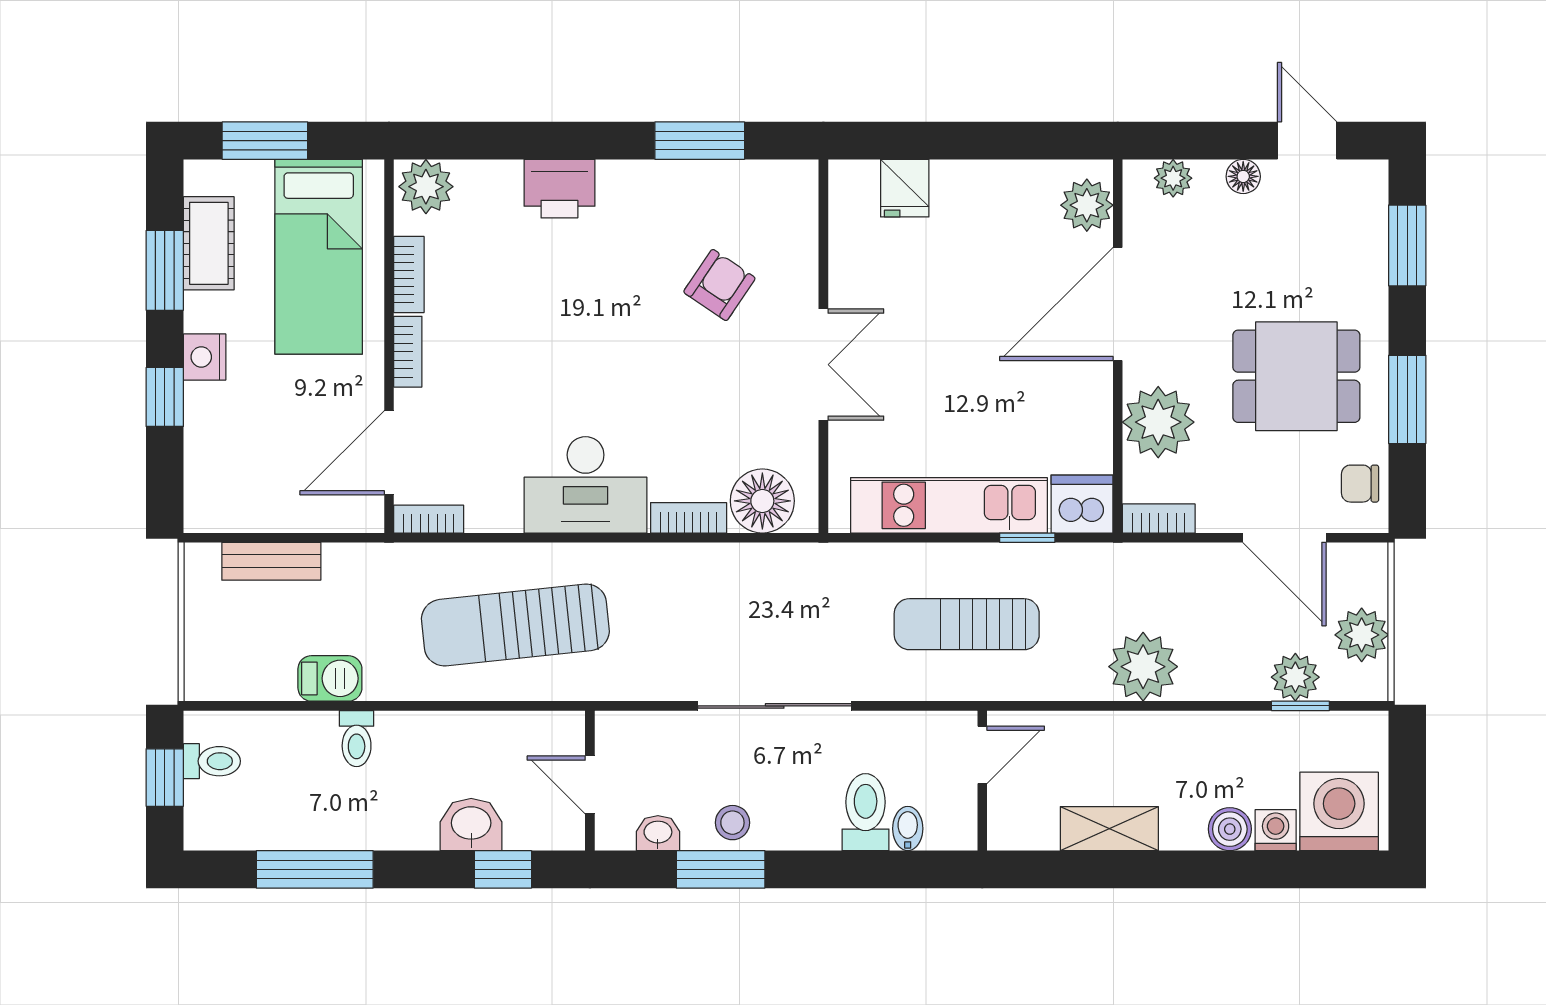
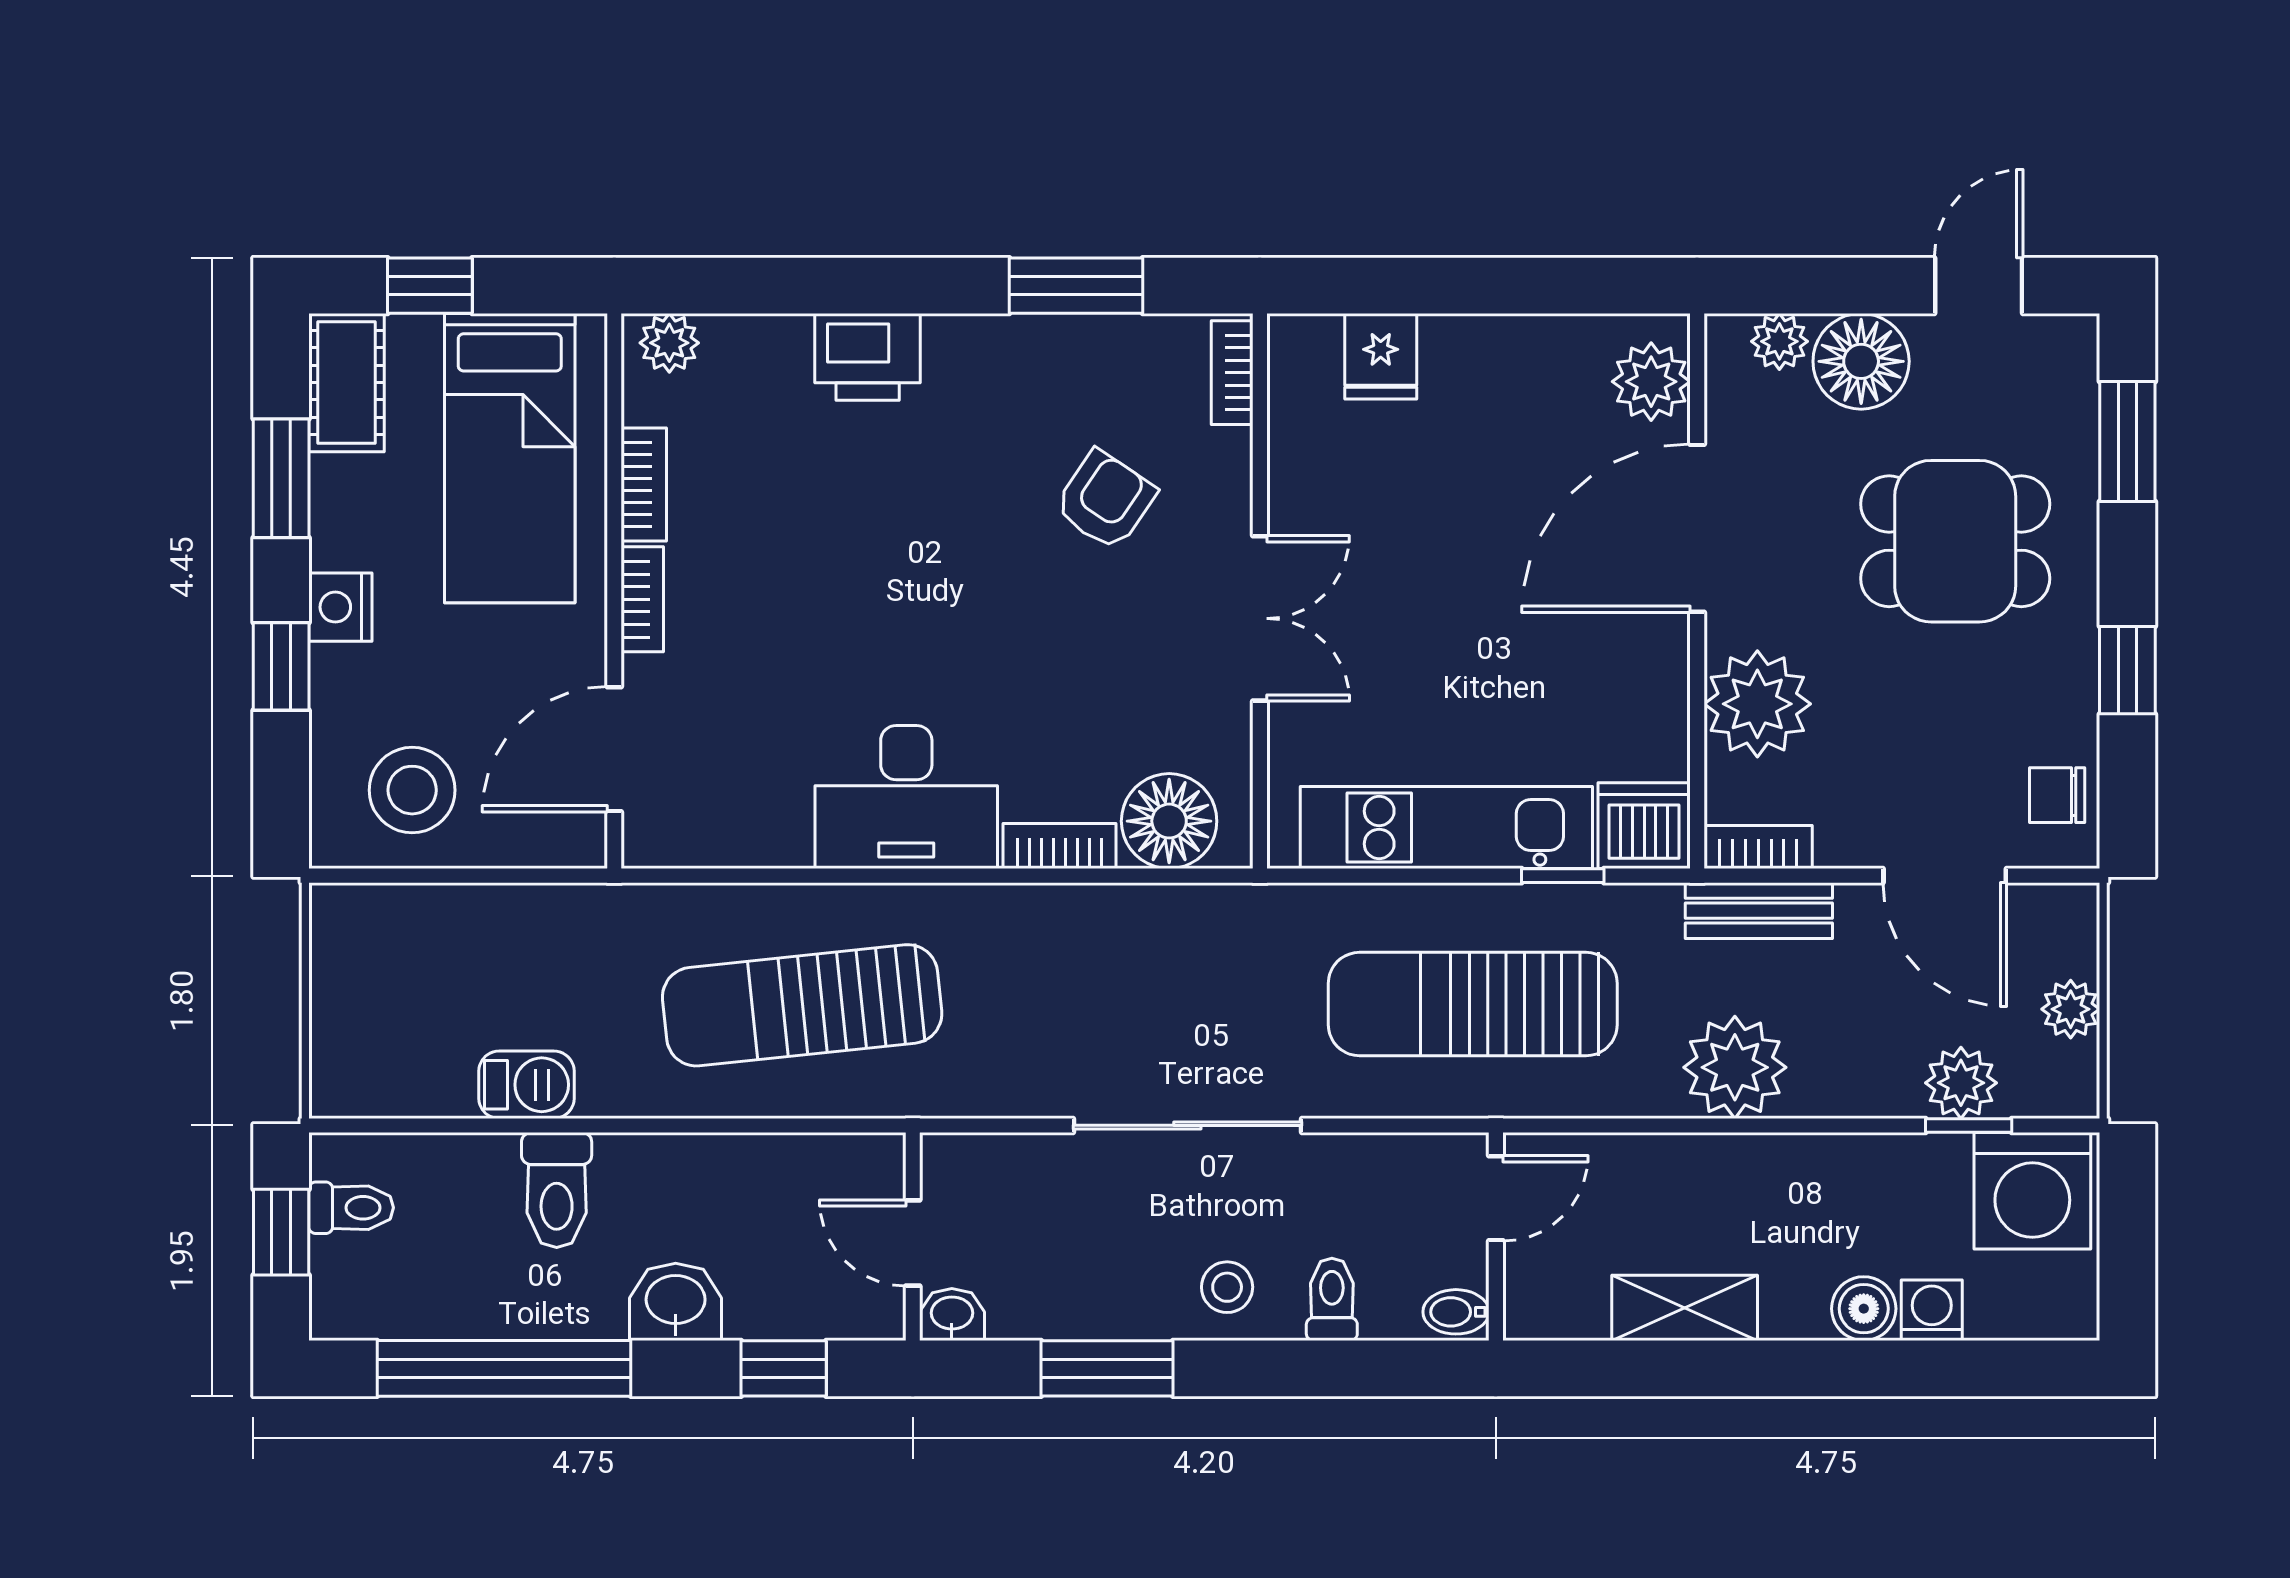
window: (265, 141) -> (430, 286), width x0.67
door: (1307, 141) -> (1979, 286), hinge flipped
floor lamp: (1243, 176) -> (1861, 361), width x1.89, depth x1.89
plant: (426, 187) -> (669, 343), width x0.73, depth x0.73
cot: (209, 243) -> (346, 383), moved
dining table: (1296, 376) -> (1955, 541), moved
window: (1407, 399) -> (2127, 670), width x0.67
stool: (253, 480) -> (412, 790), added
bookcase: (429, 519) -> (1232, 373), moved, turned -90
bench: (271, 561) -> (1759, 911), moved
sun lounger: (967, 624) -> (1473, 1004), width x1.36, depth x1.34
plant: (1362, 635) -> (2071, 1009), width x0.73, depth x0.73
toilet: (357, 739) -> (557, 1190), width x1.37, depth x1.39
washing machine: (1339, 811) -> (2032, 1191), moved, turned 180
toilet: (866, 812) -> (1332, 1299), width x0.73, depth x0.72
stool: (732, 823) -> (1227, 1287), moved
washbasin: (471, 825) -> (676, 1302), moved
bidet: (908, 829) -> (1456, 1312), moved, turned -90
washbasin: (658, 833) -> (952, 1315), moved
window: (315, 869) -> (504, 1368), width x1.46

